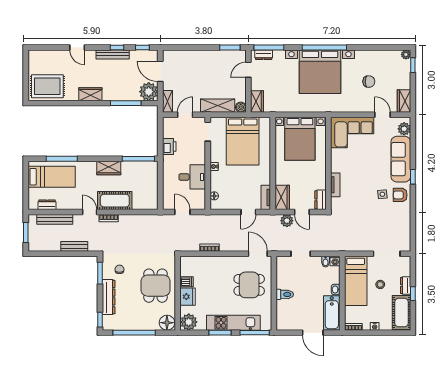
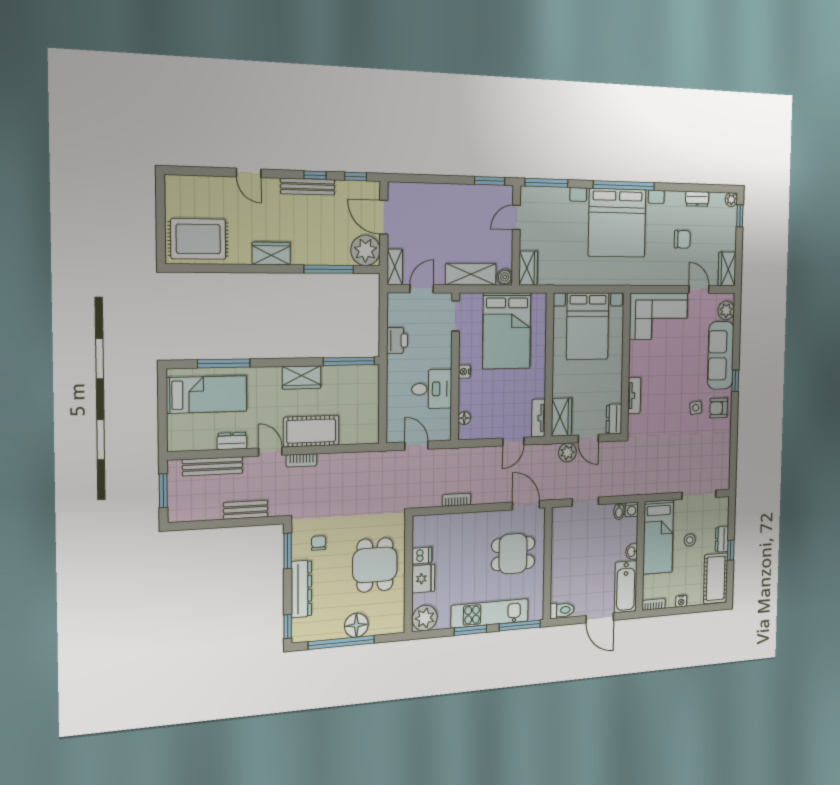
dresser: (264, 55) -> (697, 199), moved
dresser: (47, 205) -> (232, 441), moved
toilet: (285, 294) -> (562, 610), moved
floor lamp: (167, 323) -> (356, 625), moved

